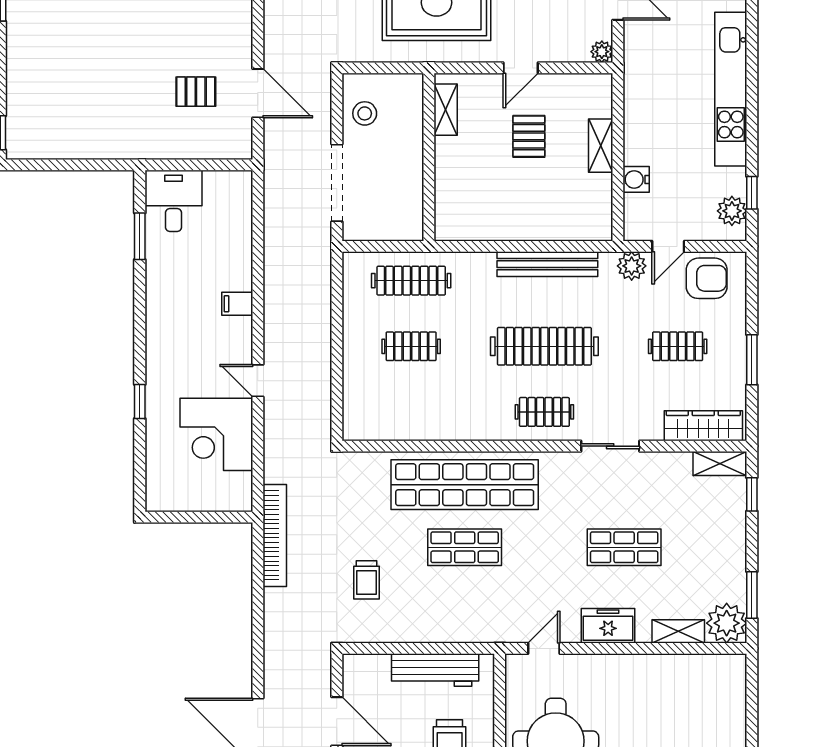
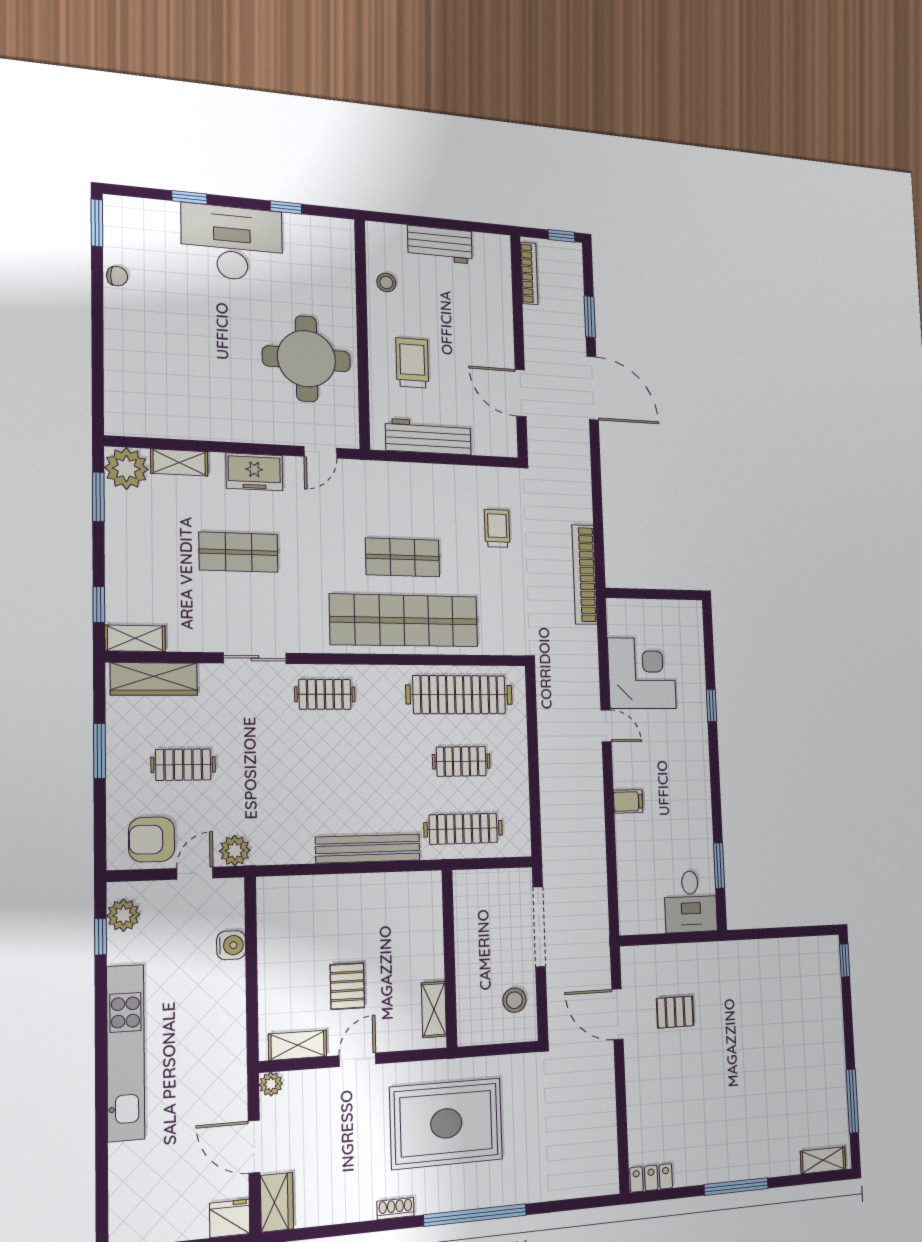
shelving: (601, 146) -> (298, 1045), moved, turned 90
bench: (547, 264) -> (368, 849), moved
clothes rail: (544, 346) -> (459, 695), moved

